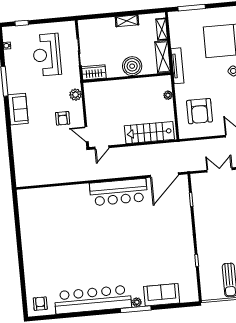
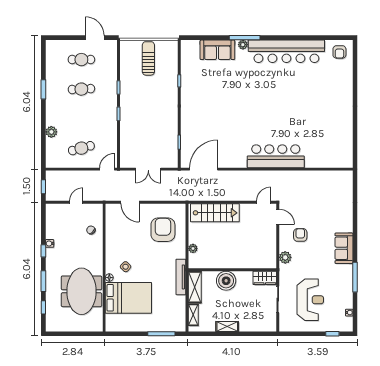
bar counter: (119, 192) -> (276, 156), moved

